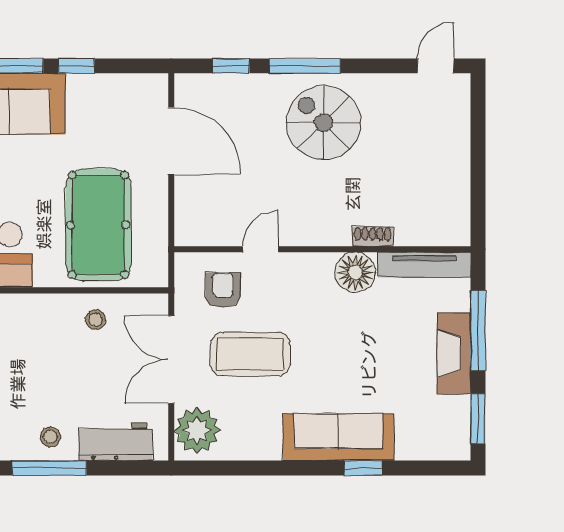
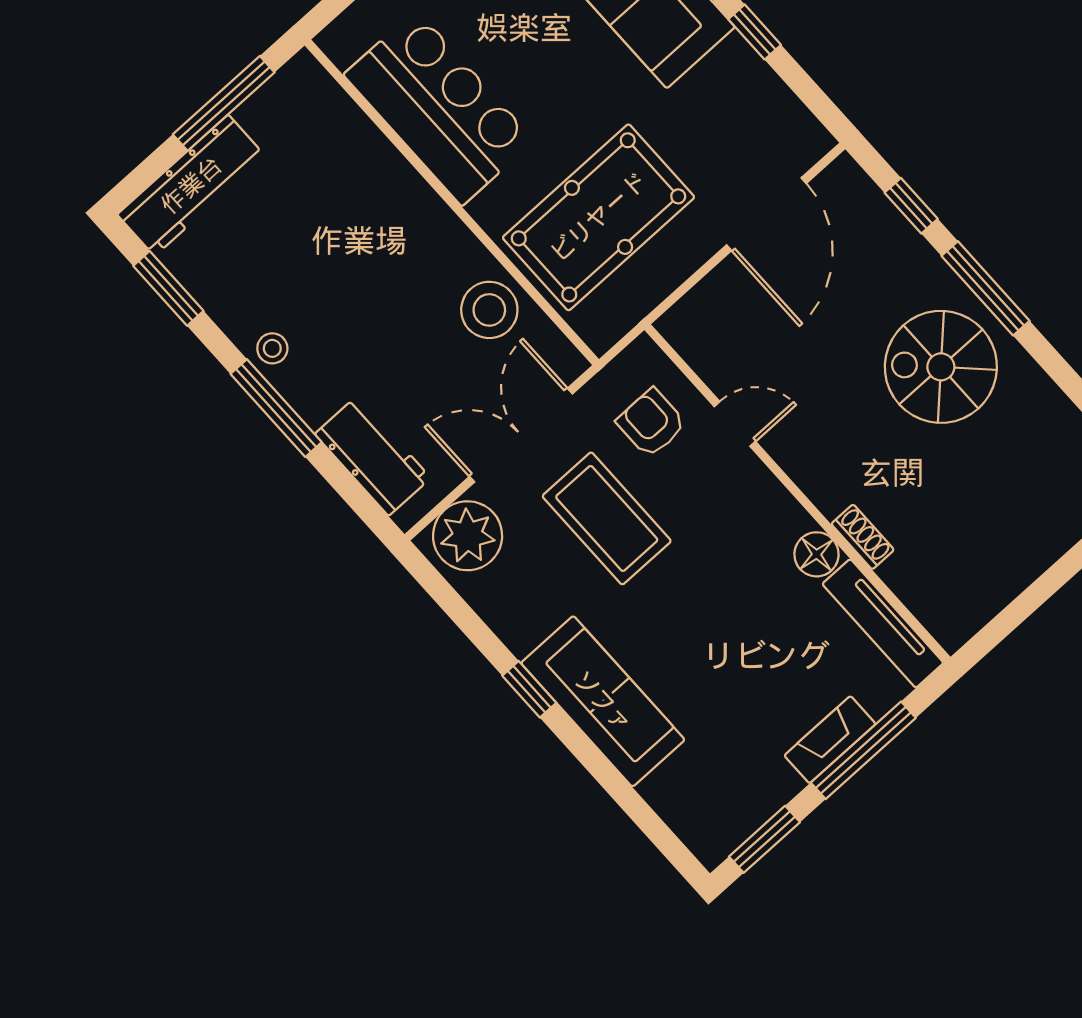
spiral stairs: (324, 123) -> (941, 367), turned -90
floor lamp: (355, 272) -> (817, 554), width x0.73, depth x0.73
armchair: (223, 290) -> (651, 423), turned -90
stool: (96, 320) -> (489, 310), width x1.89, depth x1.89
fireplace: (454, 353) -> (830, 740), width x0.73, depth x0.76
stool: (50, 437) -> (272, 348), moved
window: (363, 468) -> (529, 689), moved

